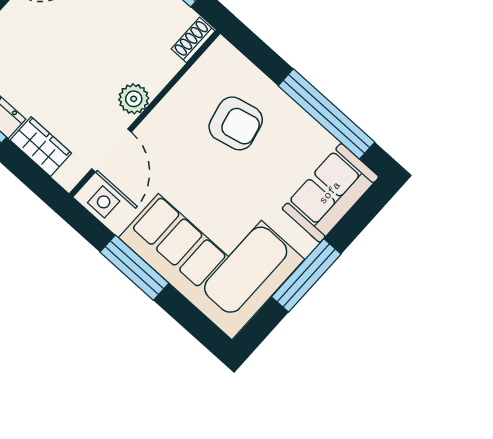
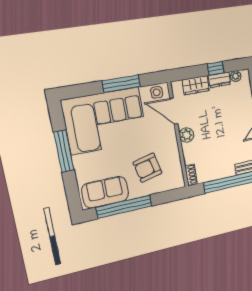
sofa: (330, 193) -> (105, 192), moved, turned -90

